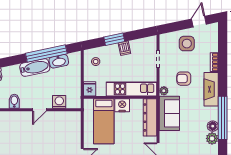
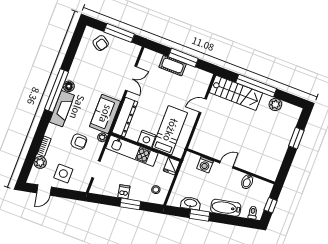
window: (46, 54) -> (200, 215), width x0.47
bathtub: (35, 67) -> (226, 208), moved
fireplace: (211, 89) -> (62, 109), moved
plant: (212, 138) -> (40, 162), moved

